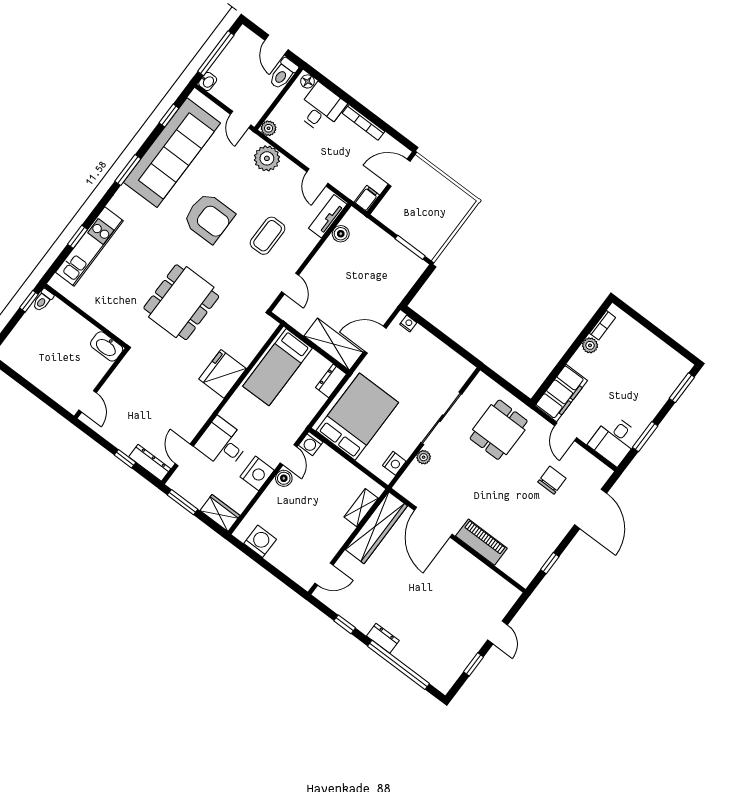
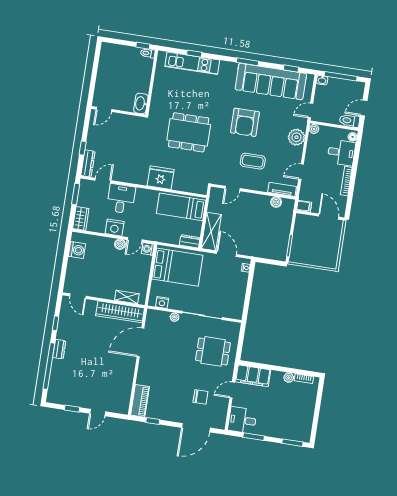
piano: (481, 542) -> (140, 401), moved

